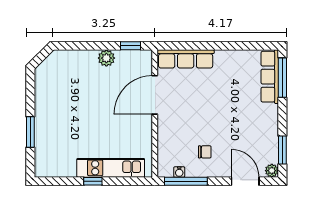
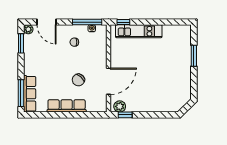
plant: (106, 58) -> (120, 106), moved
row of seats: (186, 59) -> (67, 106), moved
chair: (199, 97) -> (78, 80), added
window: (93, 181) -> (123, 22), moved

